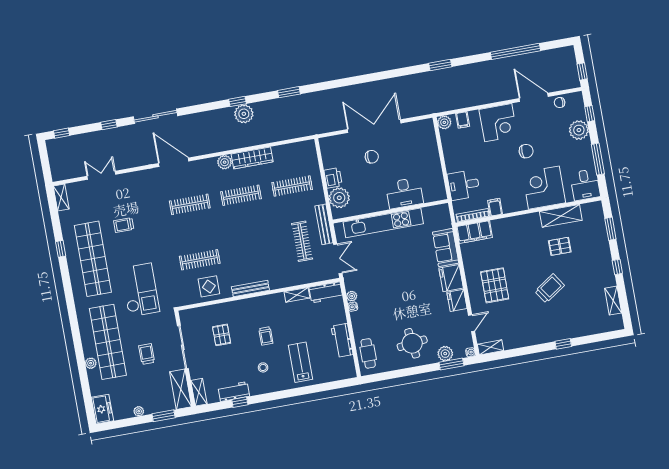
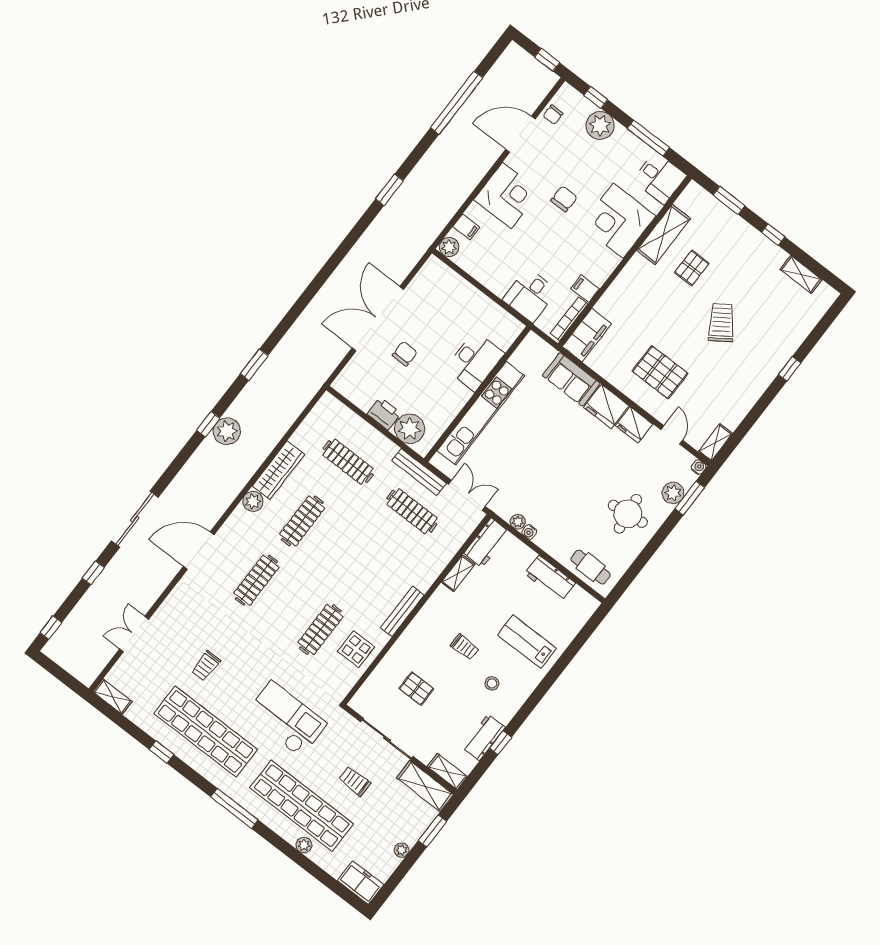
clothes rail: (292, 186) -> (348, 462), turned 90
window: (72, 312) -> (234, 808), added

